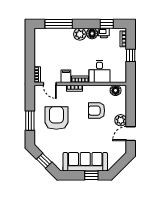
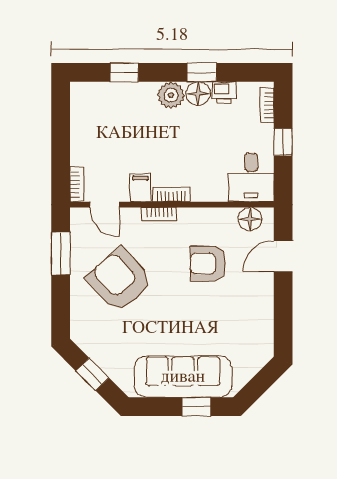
window: (59, 24) -> (124, 72), width x0.46
window: (107, 24) -> (202, 72), moved
desk: (100, 71) -> (251, 177), moved
armchair: (56, 118) -> (119, 280), turned -42
plant: (121, 120) -> (261, 285), removed
window: (30, 121) -> (61, 254), moved
door: (131, 134) -> (283, 257), moved

